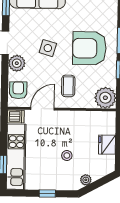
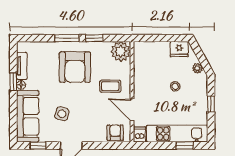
side table: (48, 48) -> (62, 114), moved
plant: (17, 63) -> (90, 135), removed
armchair: (18, 90) -> (115, 133), turned 90
fridge: (107, 145) -> (179, 49), moved

